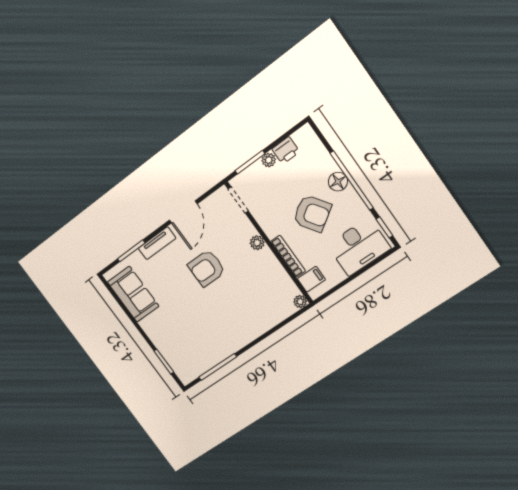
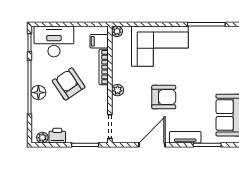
plant: (269, 160) -> (42, 138), moved
corner sofa: (247, 316) -> (160, 46), added

